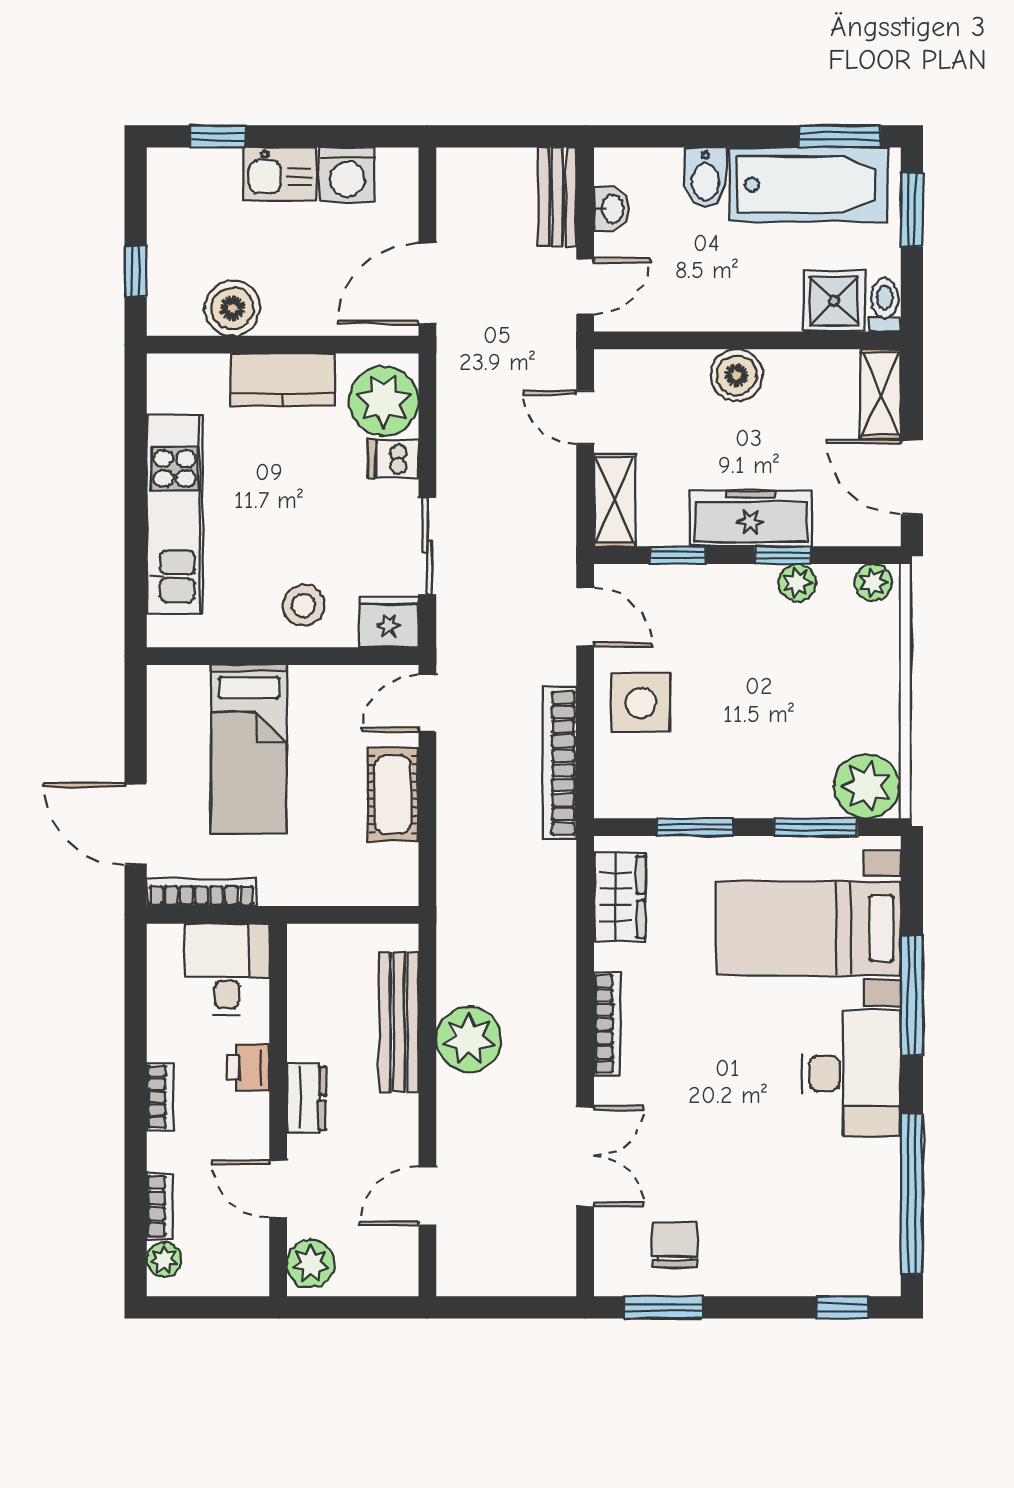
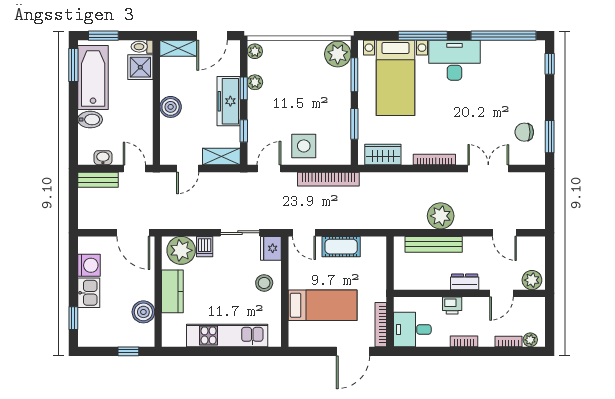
desk: (227, 970) -> (412, 329), moved

